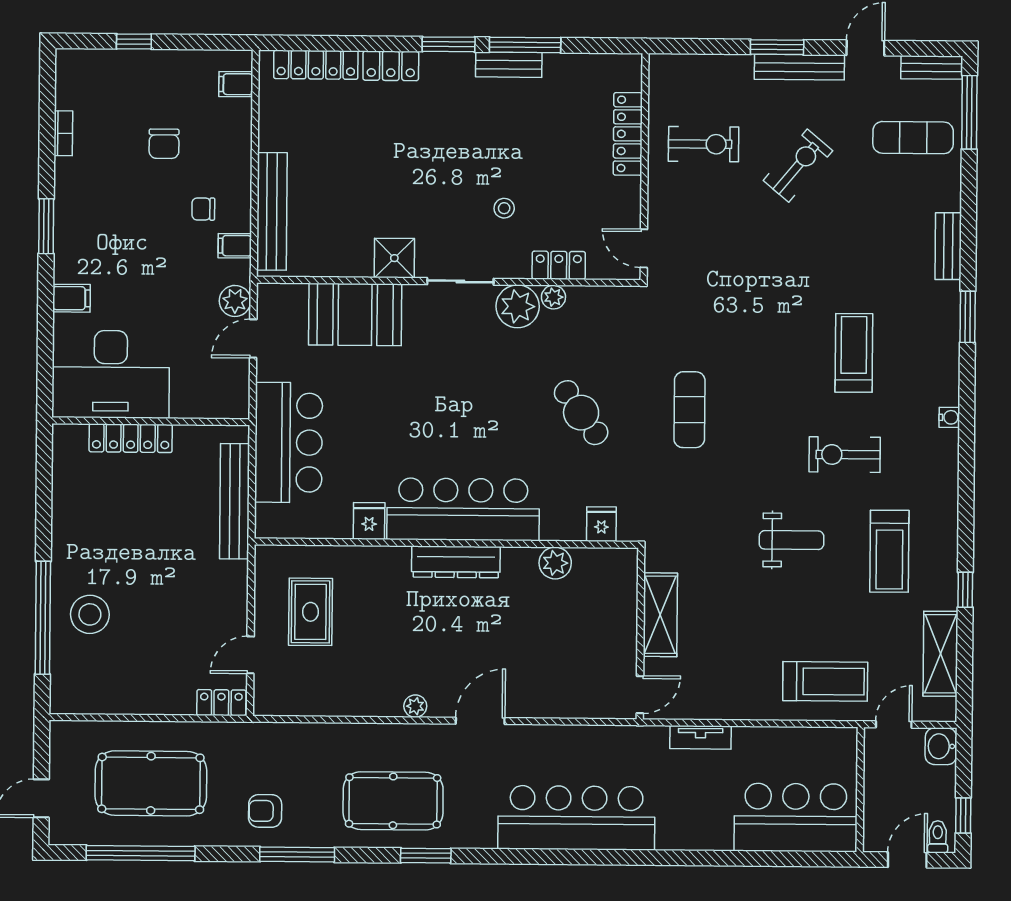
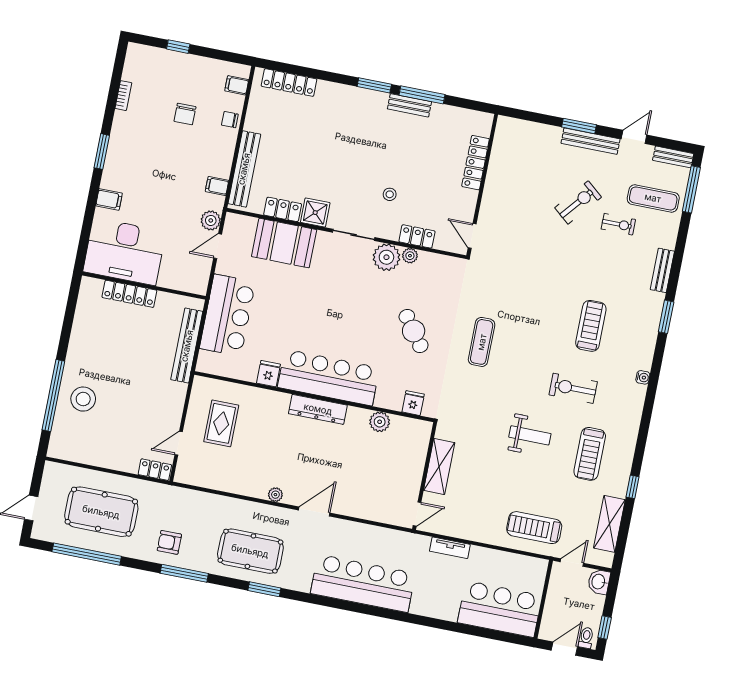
locker: (391, 66) -> (283, 209), moved, turned 180
exercise bike: (704, 144) -> (618, 224), moved, width x0.73, depth x0.72
chair: (203, 209) -> (230, 120), moved
treadmill: (825, 681) -> (534, 528), turned 180

